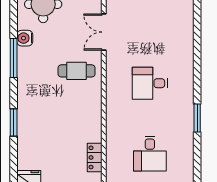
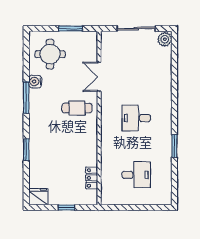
desk: (150, 154) -> (136, 175), turned -90

